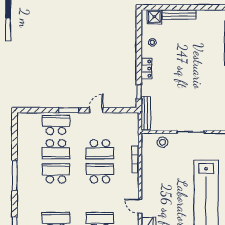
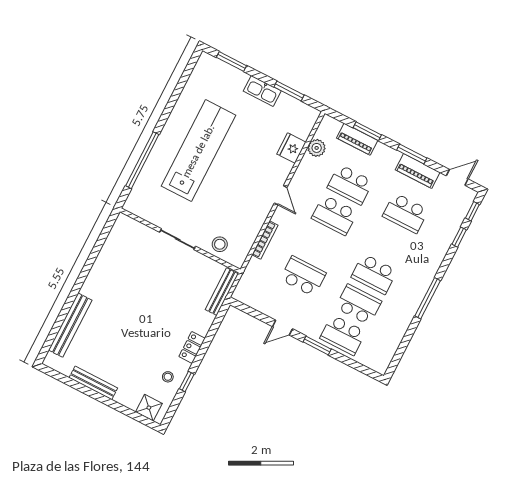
bench: (179, 14) -> (93, 383), moved
window: (139, 92) -> (187, 382), moved
school desk: (100, 173) -> (335, 215), moved
door: (140, 206) -> (281, 195), moved

